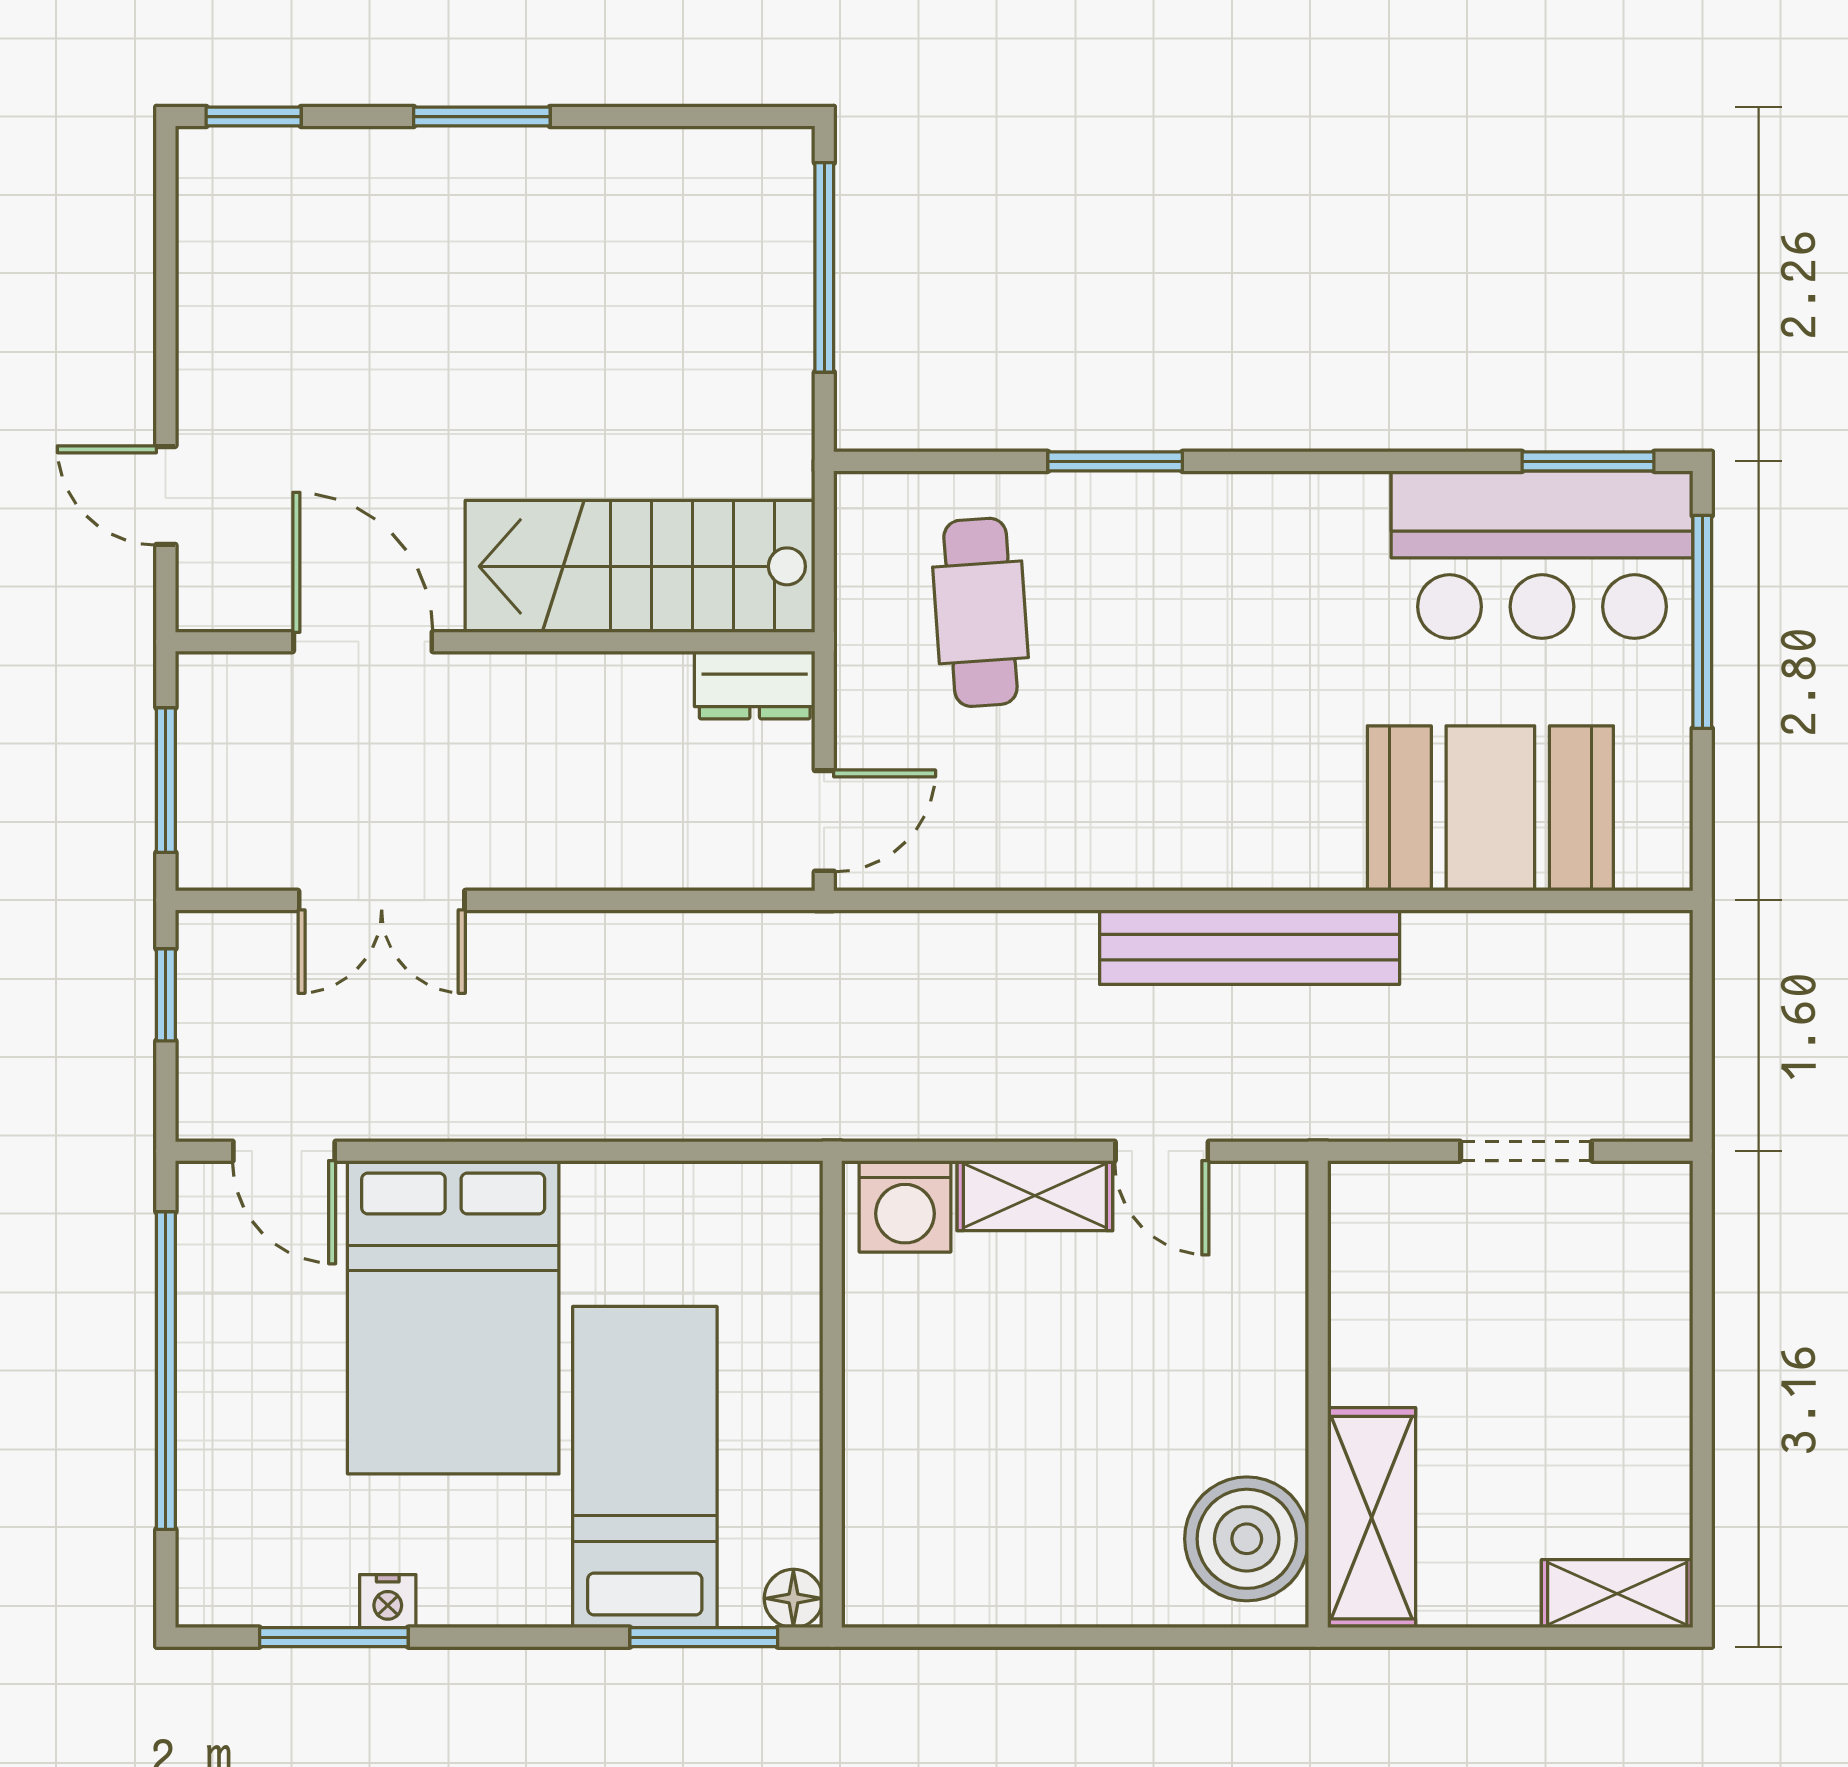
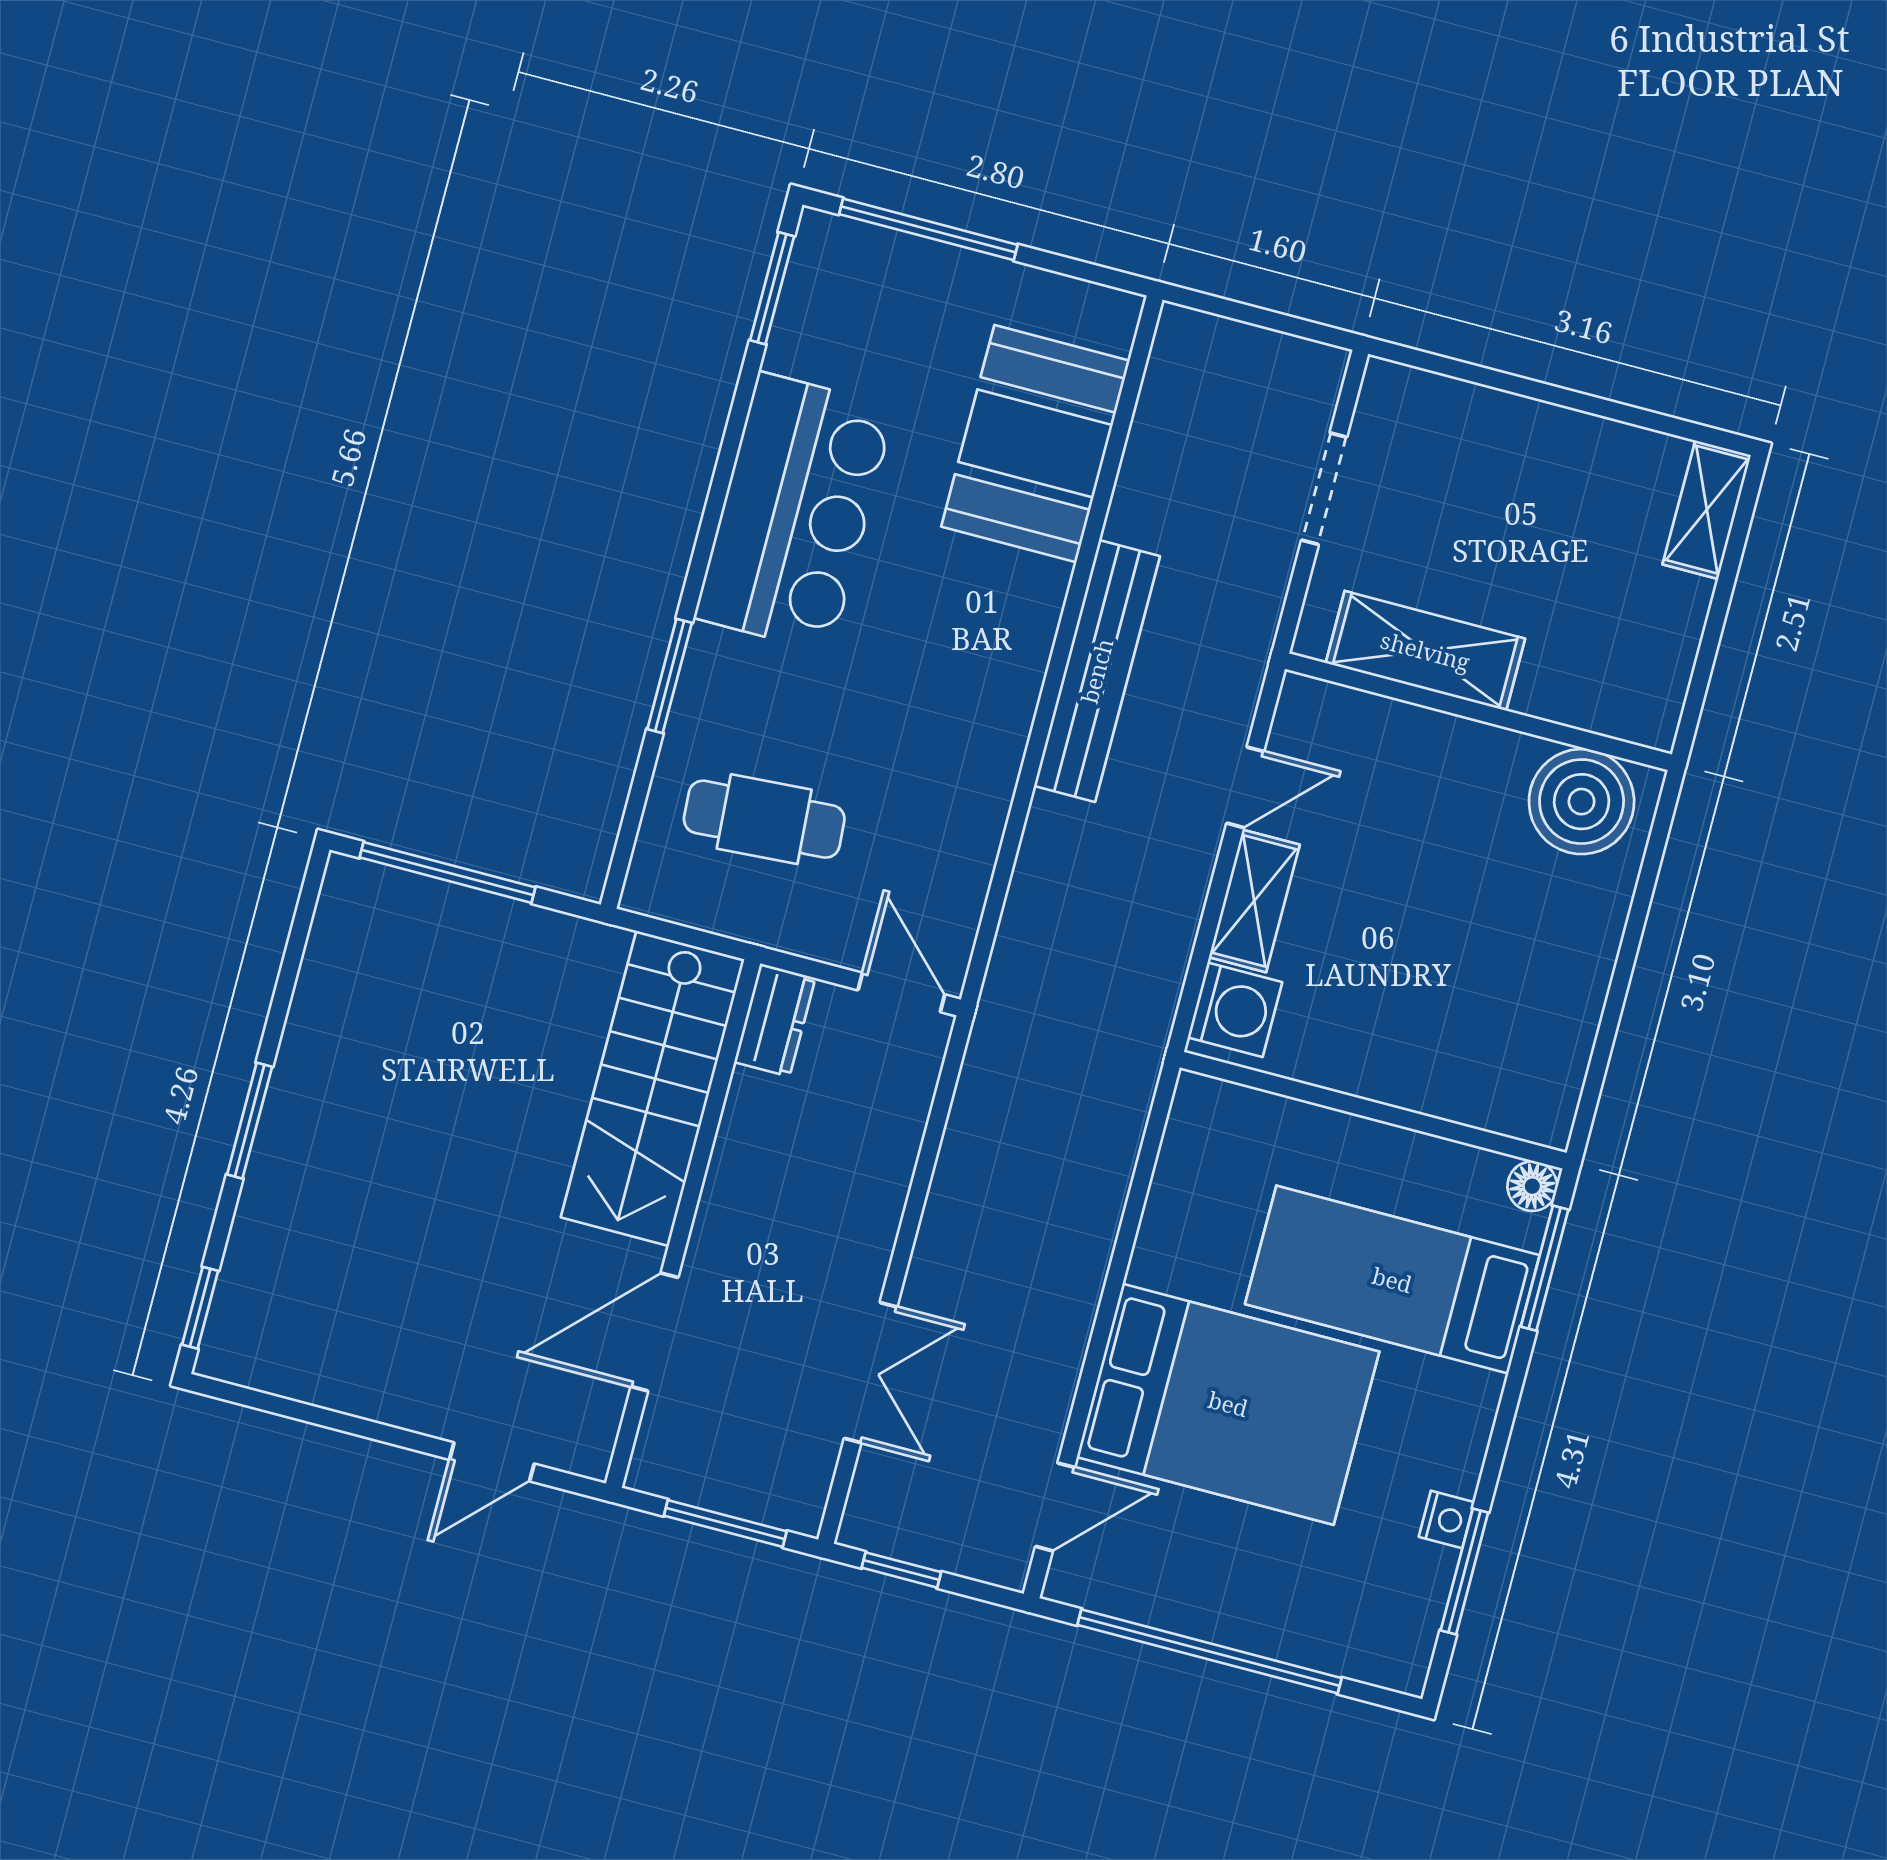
bar counter: (1542, 555) -> (795, 512), moved
shelving: (1372, 1518) -> (1425, 651), moved

